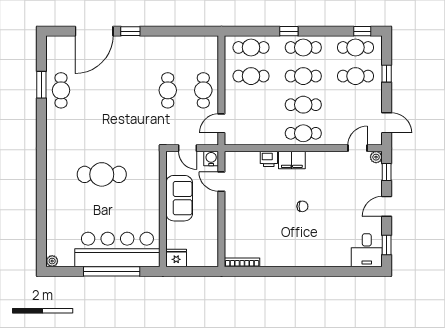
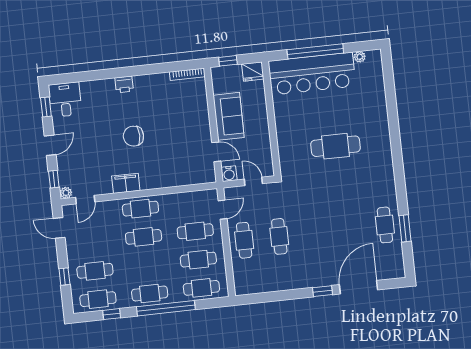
window: (289, 31) -> (166, 308), width x3.17
window: (362, 31) -> (112, 314), moved
cafe table: (303, 76) -> (195, 231), moved
printer: (269, 159) -> (124, 84), moved, turned 180
filing cabinet: (292, 160) -> (126, 183), moved
sofa: (179, 198) -> (229, 116), moved, turned 180
chair: (302, 206) -> (133, 136), width x1.87, depth x1.87
plant: (52, 261) -> (360, 57), moved
window: (200, 271) -> (228, 61), added

